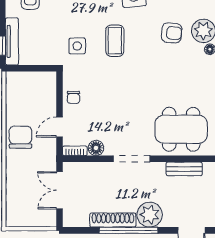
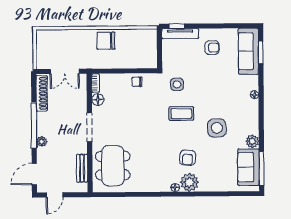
door: (60, 127) -> (114, 71), removed
chair: (20, 137) -> (106, 41), turned 180
double door: (60, 190) -> (65, 71), swing flipped
plant: (150, 215) -> (42, 142), width x0.53, depth x0.53
shoe rack: (113, 220) -> (42, 93), moved

